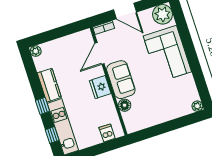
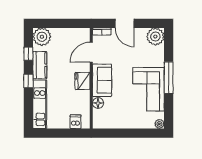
plant: (36, 51) -> (42, 37), width x1.87, depth x1.87
corner sofa: (167, 54) -> (148, 89), moved
window: (191, 54) -> (169, 78), added
window: (52, 135) -> (28, 54), moved

